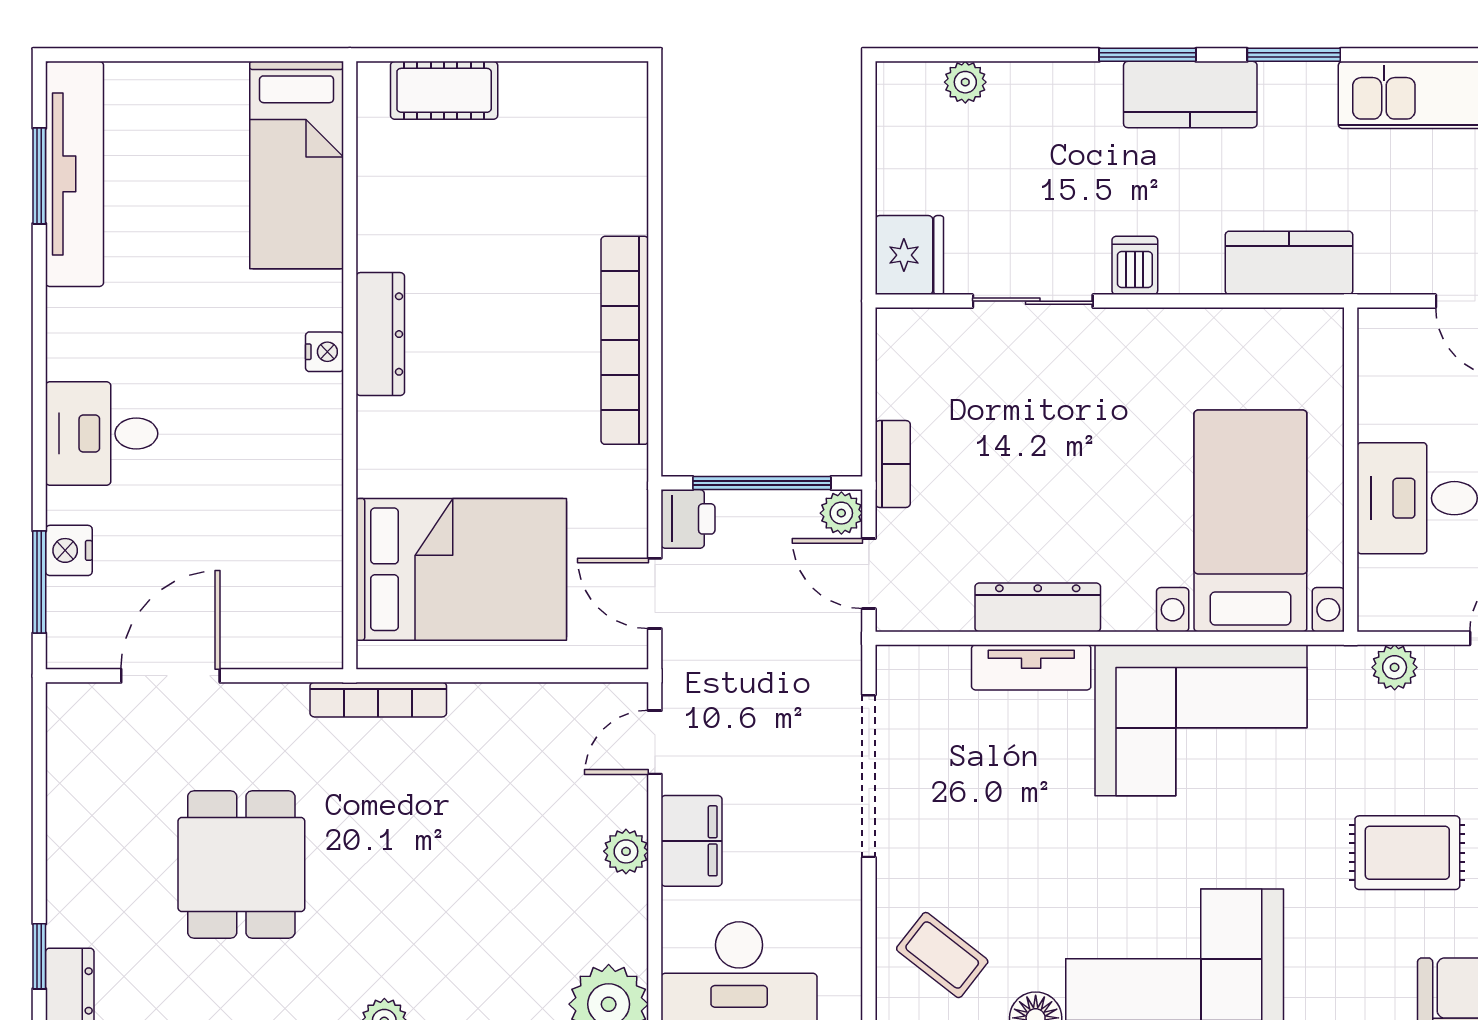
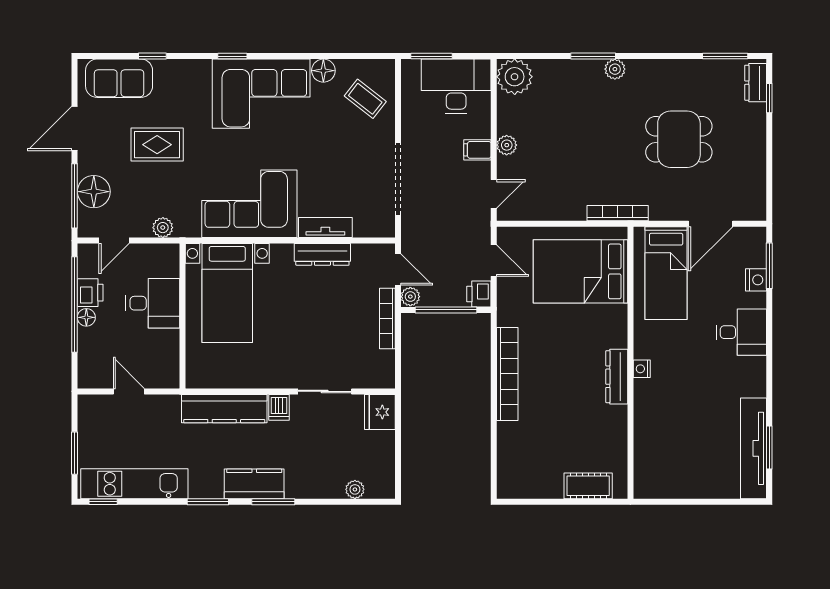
bed: (297, 165) -> (666, 273), moved, turned 180
kitchen counter: (1289, 263) -> (224, 409), width x1.50
bookcase: (893, 464) -> (387, 319), width x1.56
filing cabinet: (692, 841) -> (477, 150), width x0.50
dining table: (241, 864) -> (679, 139), turned 90

